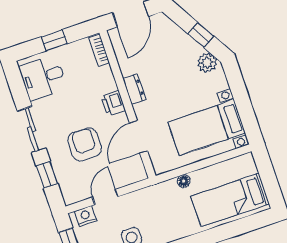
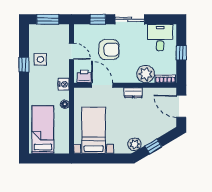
plant: (102, 81) -> (146, 74), added
printer: (113, 103) -> (84, 76), moved
nightstand: (86, 216) -> (64, 84), moved

